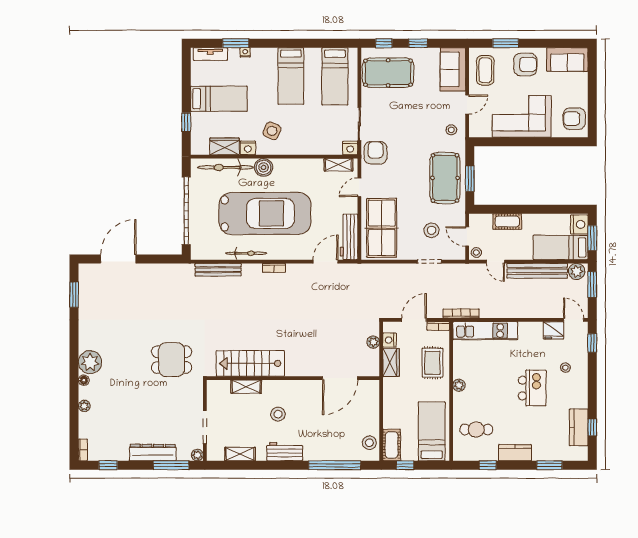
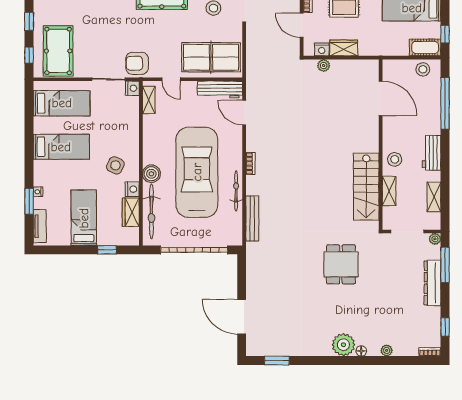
stairs: (250, 363) -> (366, 187), moved
wall: (293, 378) -> (381, 145), moved
door: (340, 378) -> (381, 98), moved
shelving: (246, 387) -> (389, 191), moved

